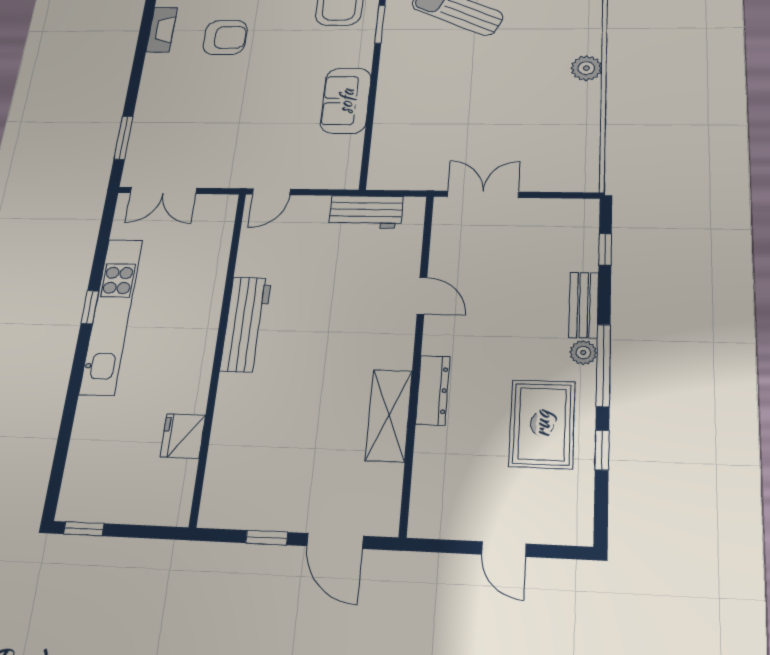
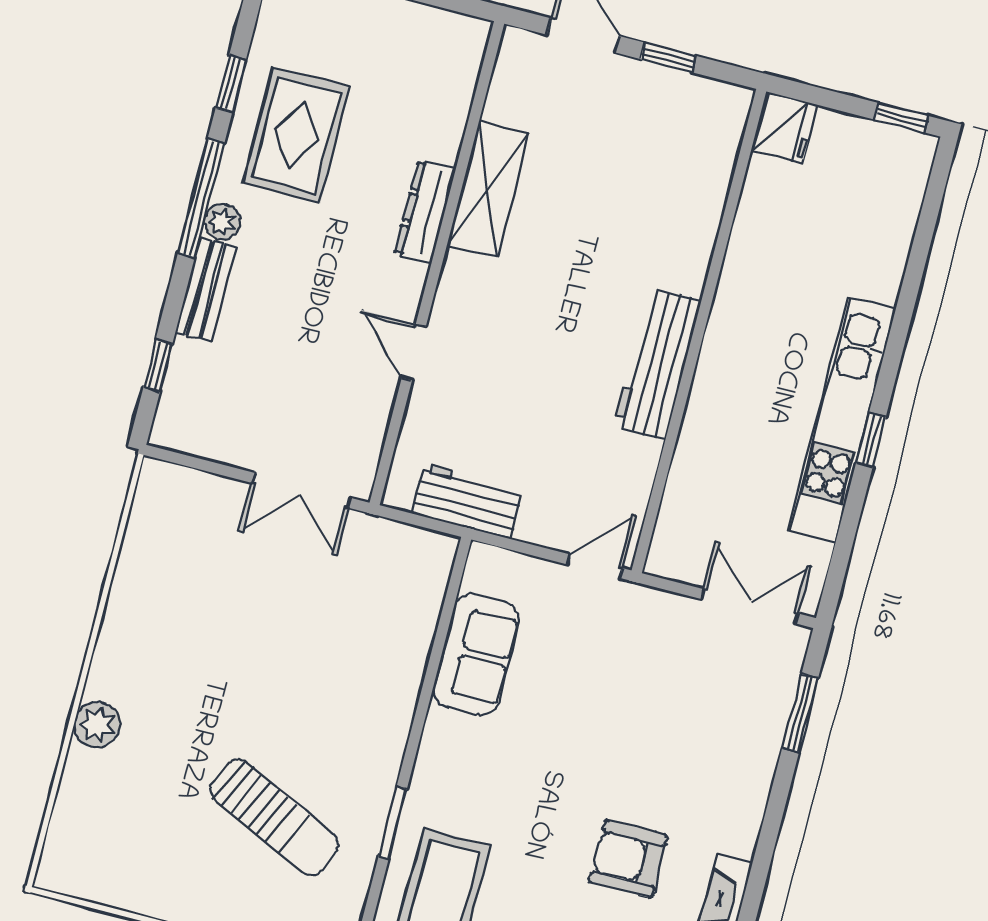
plant: (586, 68) -> (97, 725), moved
sofa: (346, 101) -> (476, 654), moved
fridge: (183, 436) -> (784, 128), moved

